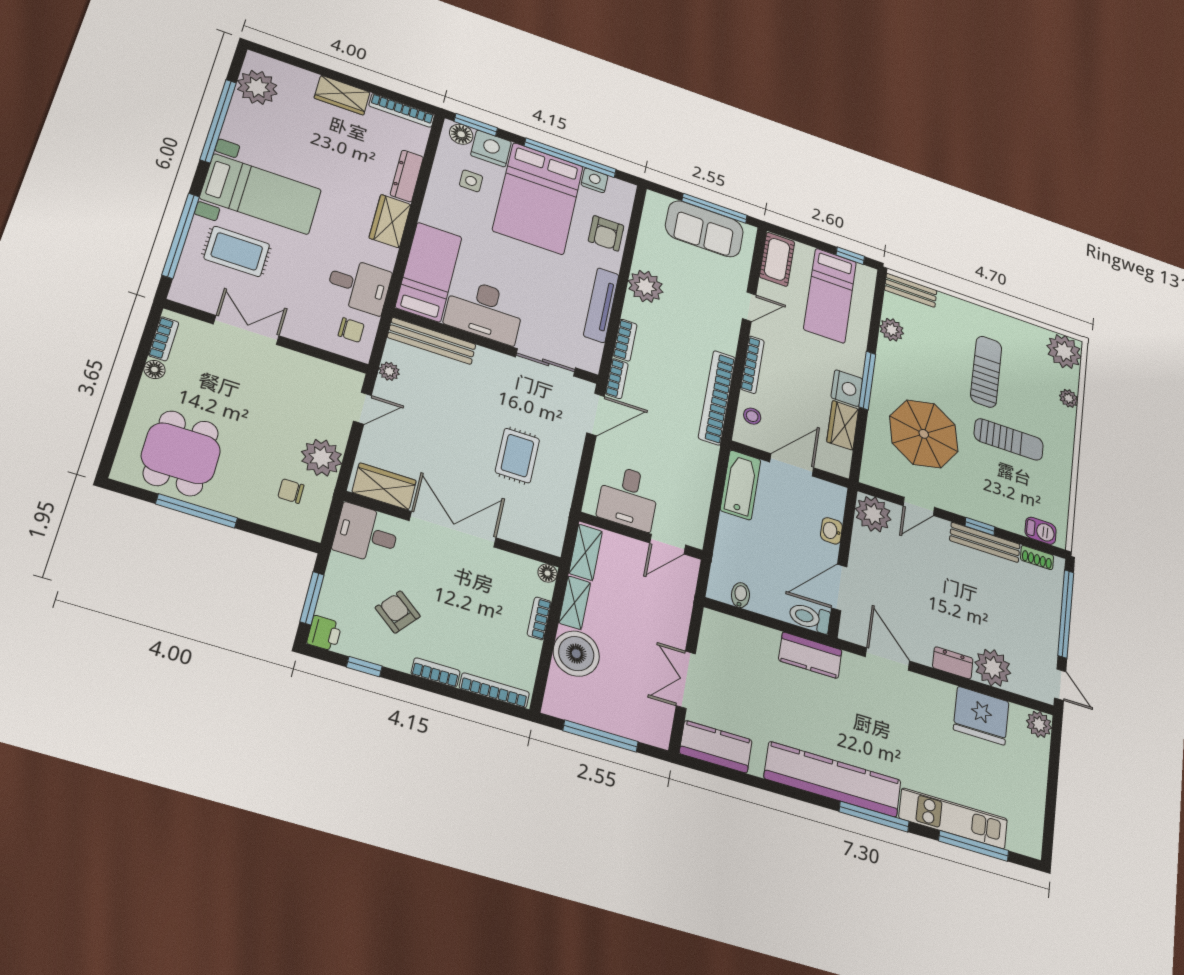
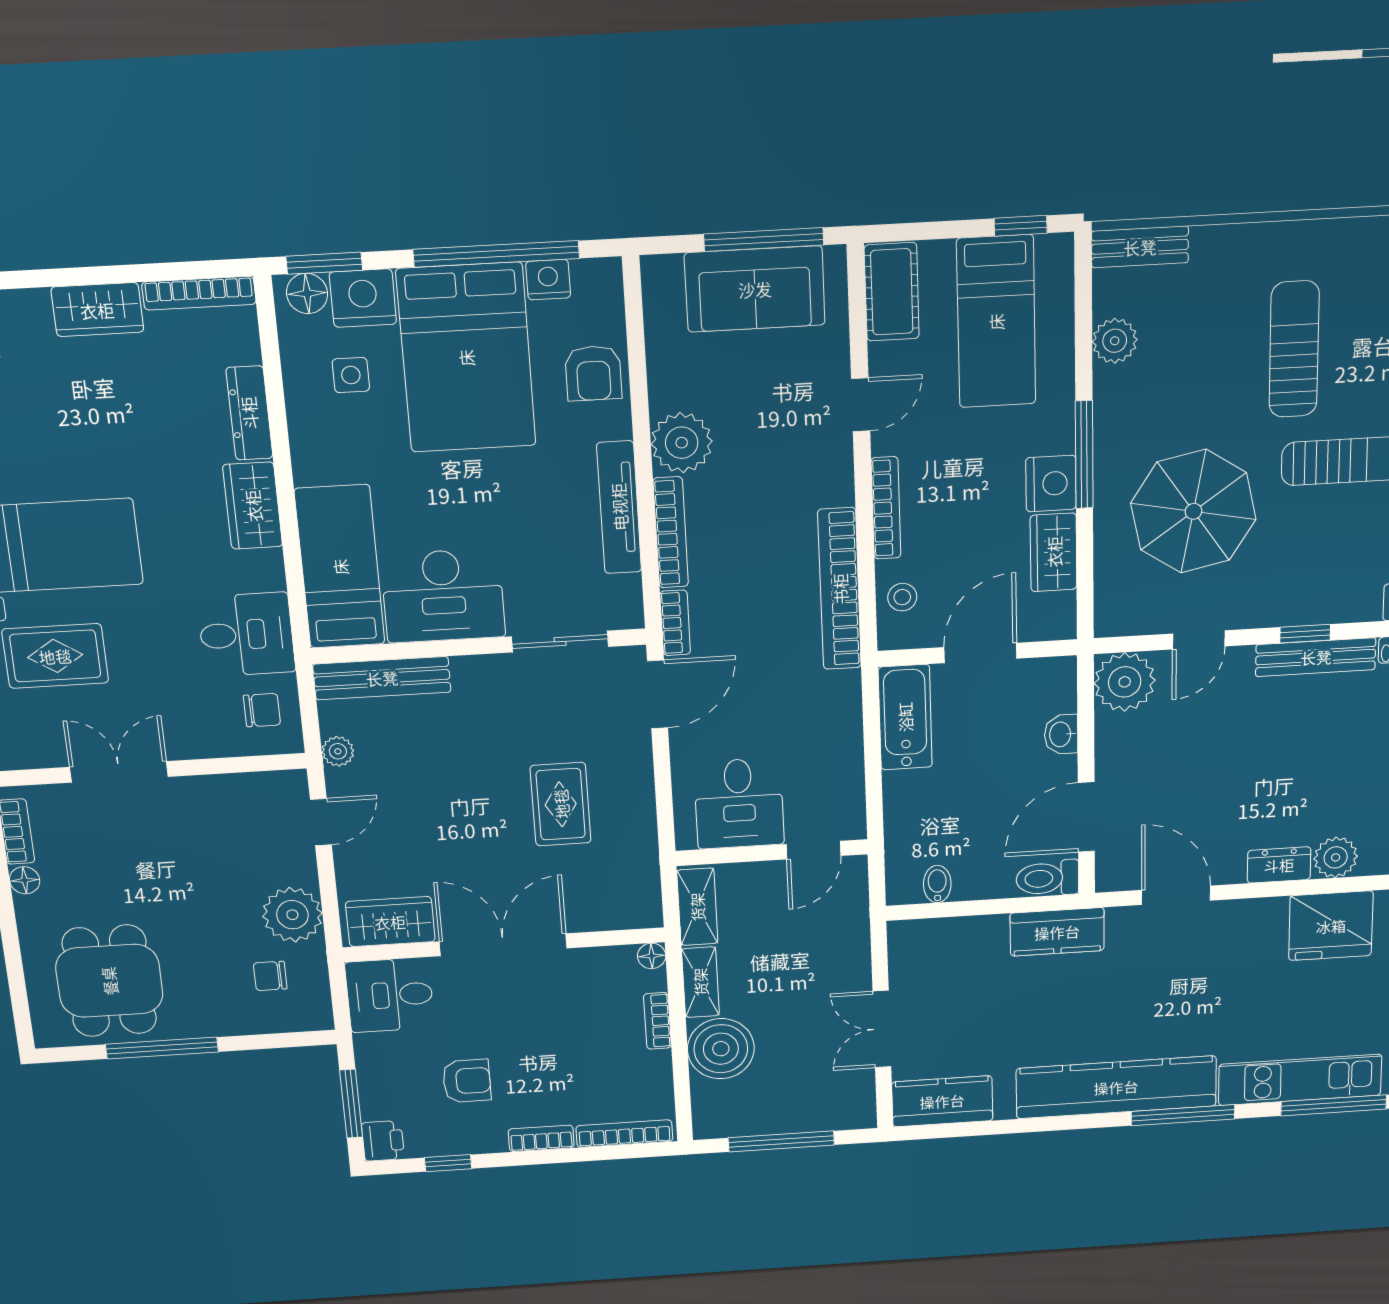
bookcase: (625, 340) -> (671, 532), width x1.56
armchair: (398, 612) -> (467, 1081), turned 141
plant: (993, 668) -> (1336, 857), width x0.73, depth x0.73

